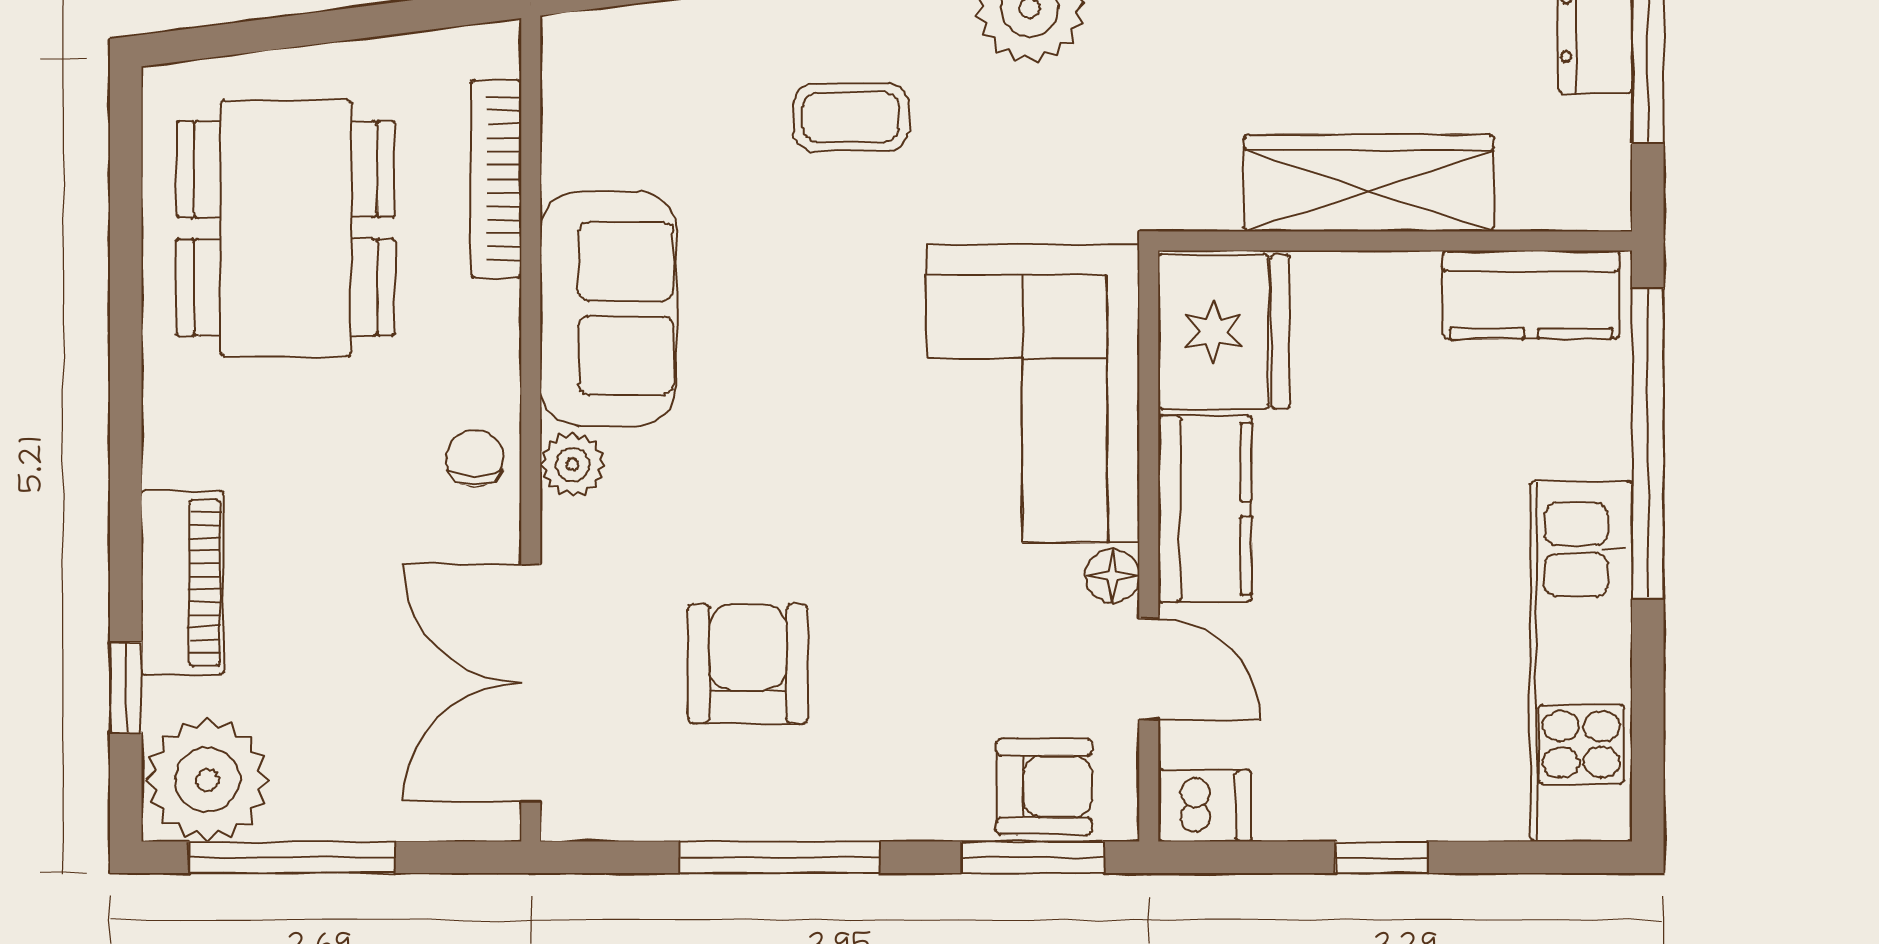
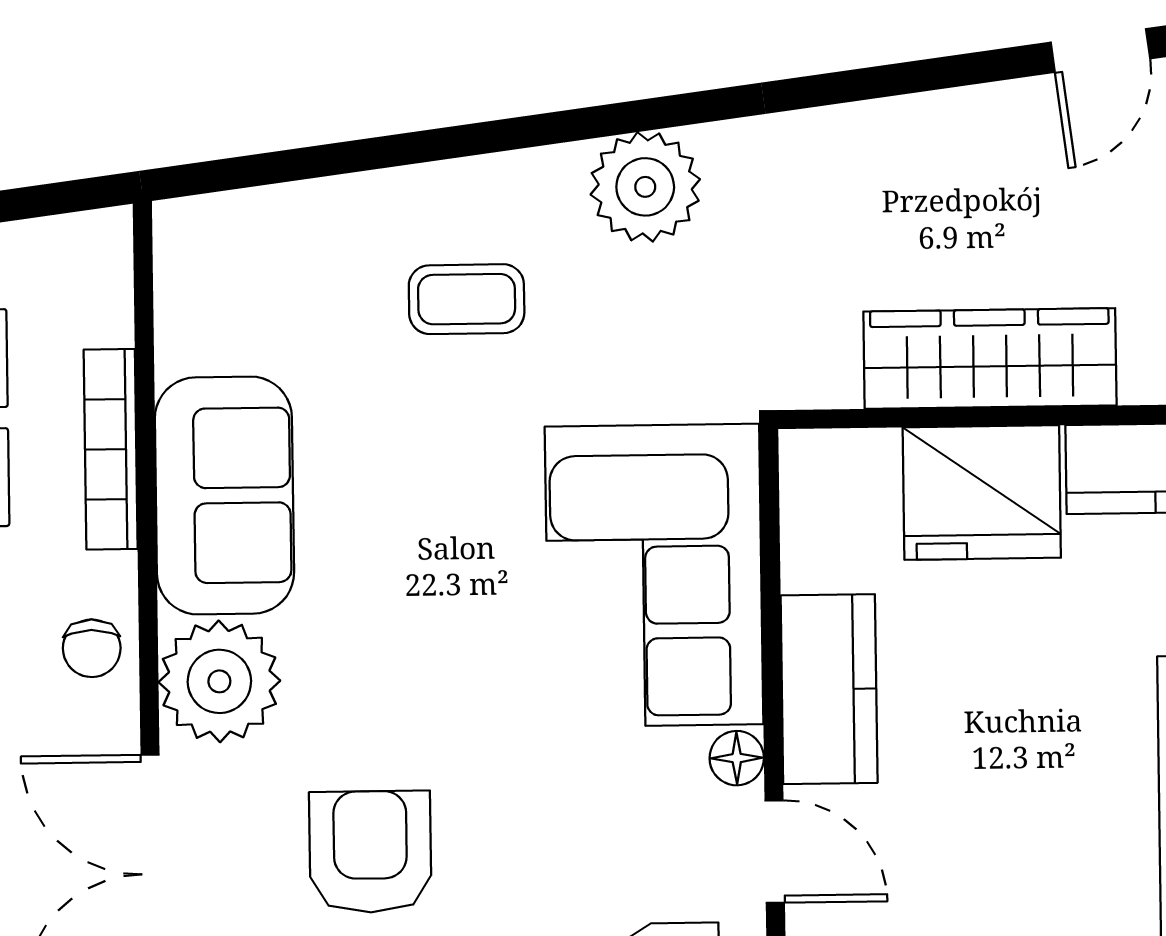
bookcase: (496, 179) -> (111, 449), moved
fridge: (1224, 331) -> (982, 493), moved, turned 90
chair: (475, 458) -> (92, 648), turned 180
plant: (572, 465) -> (219, 681), width x1.87, depth x1.87

